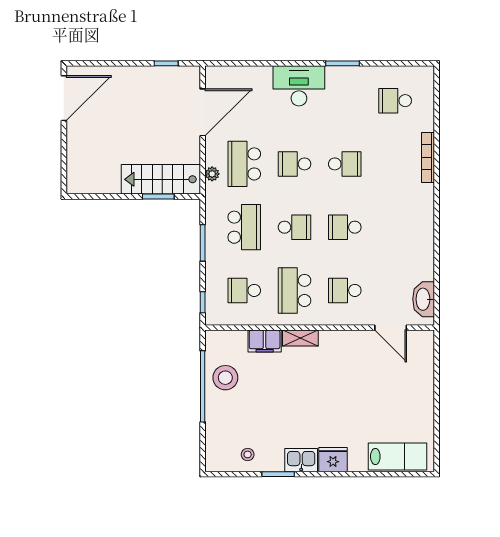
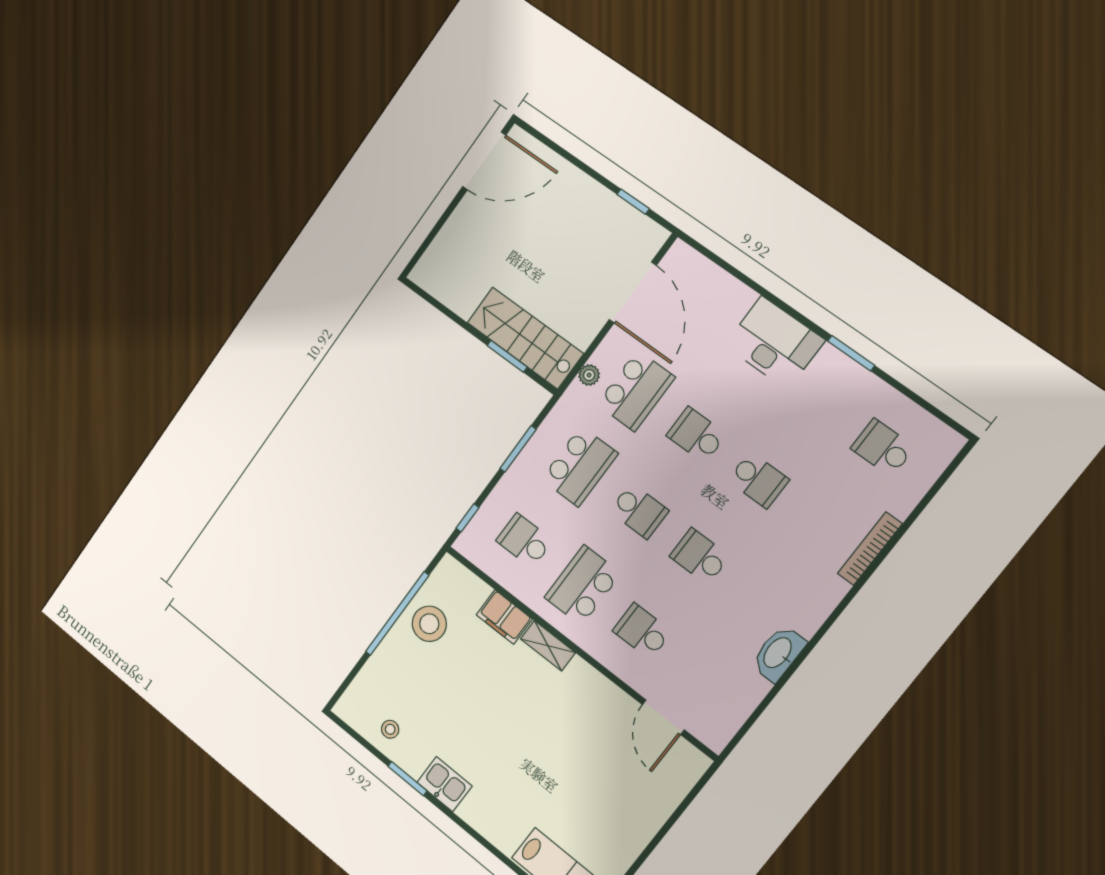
door: (203, 112) -> (633, 293), hinge flipped
school desk: (244, 164) -> (636, 391), turned 180
washbasin: (424, 299) -> (778, 653), moved
fridge: (333, 460) -> (481, 813), removed

